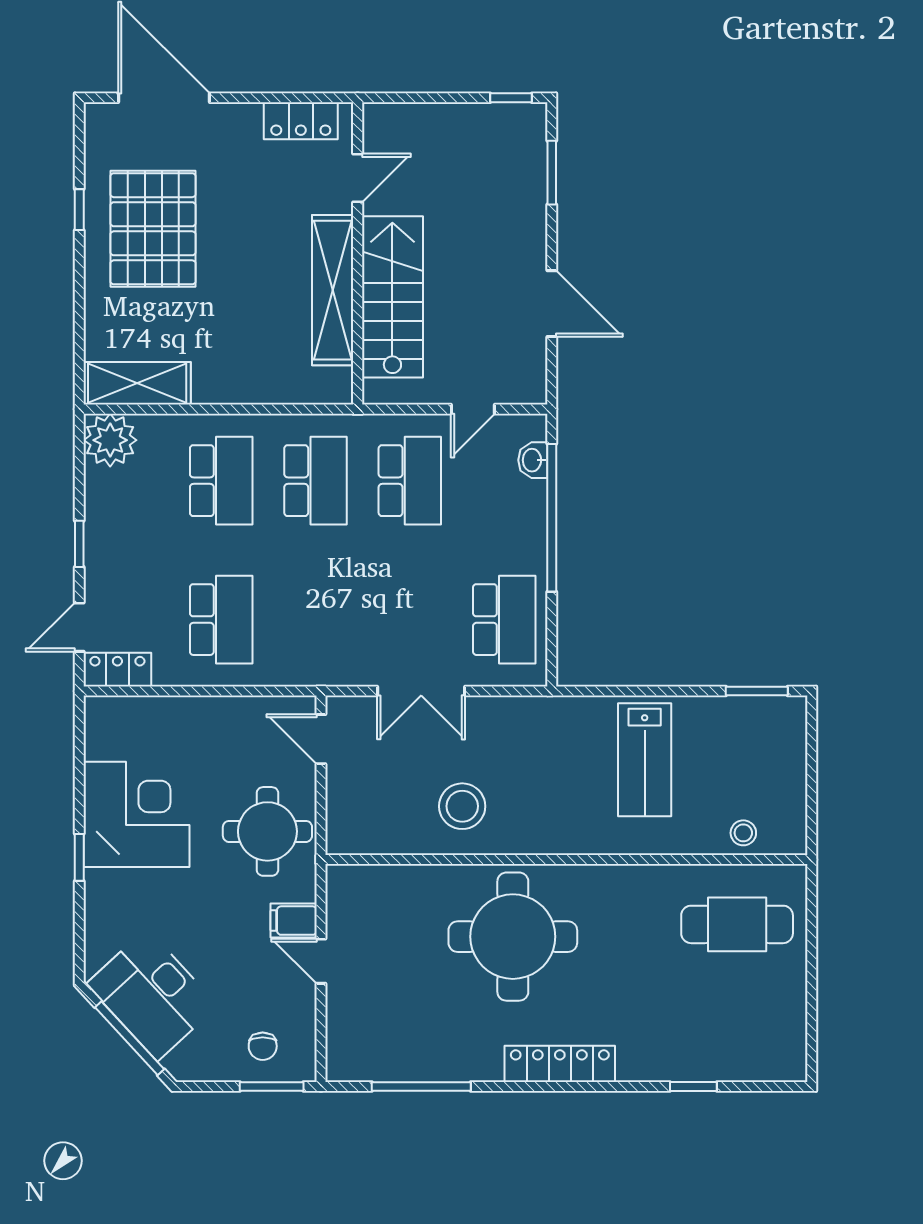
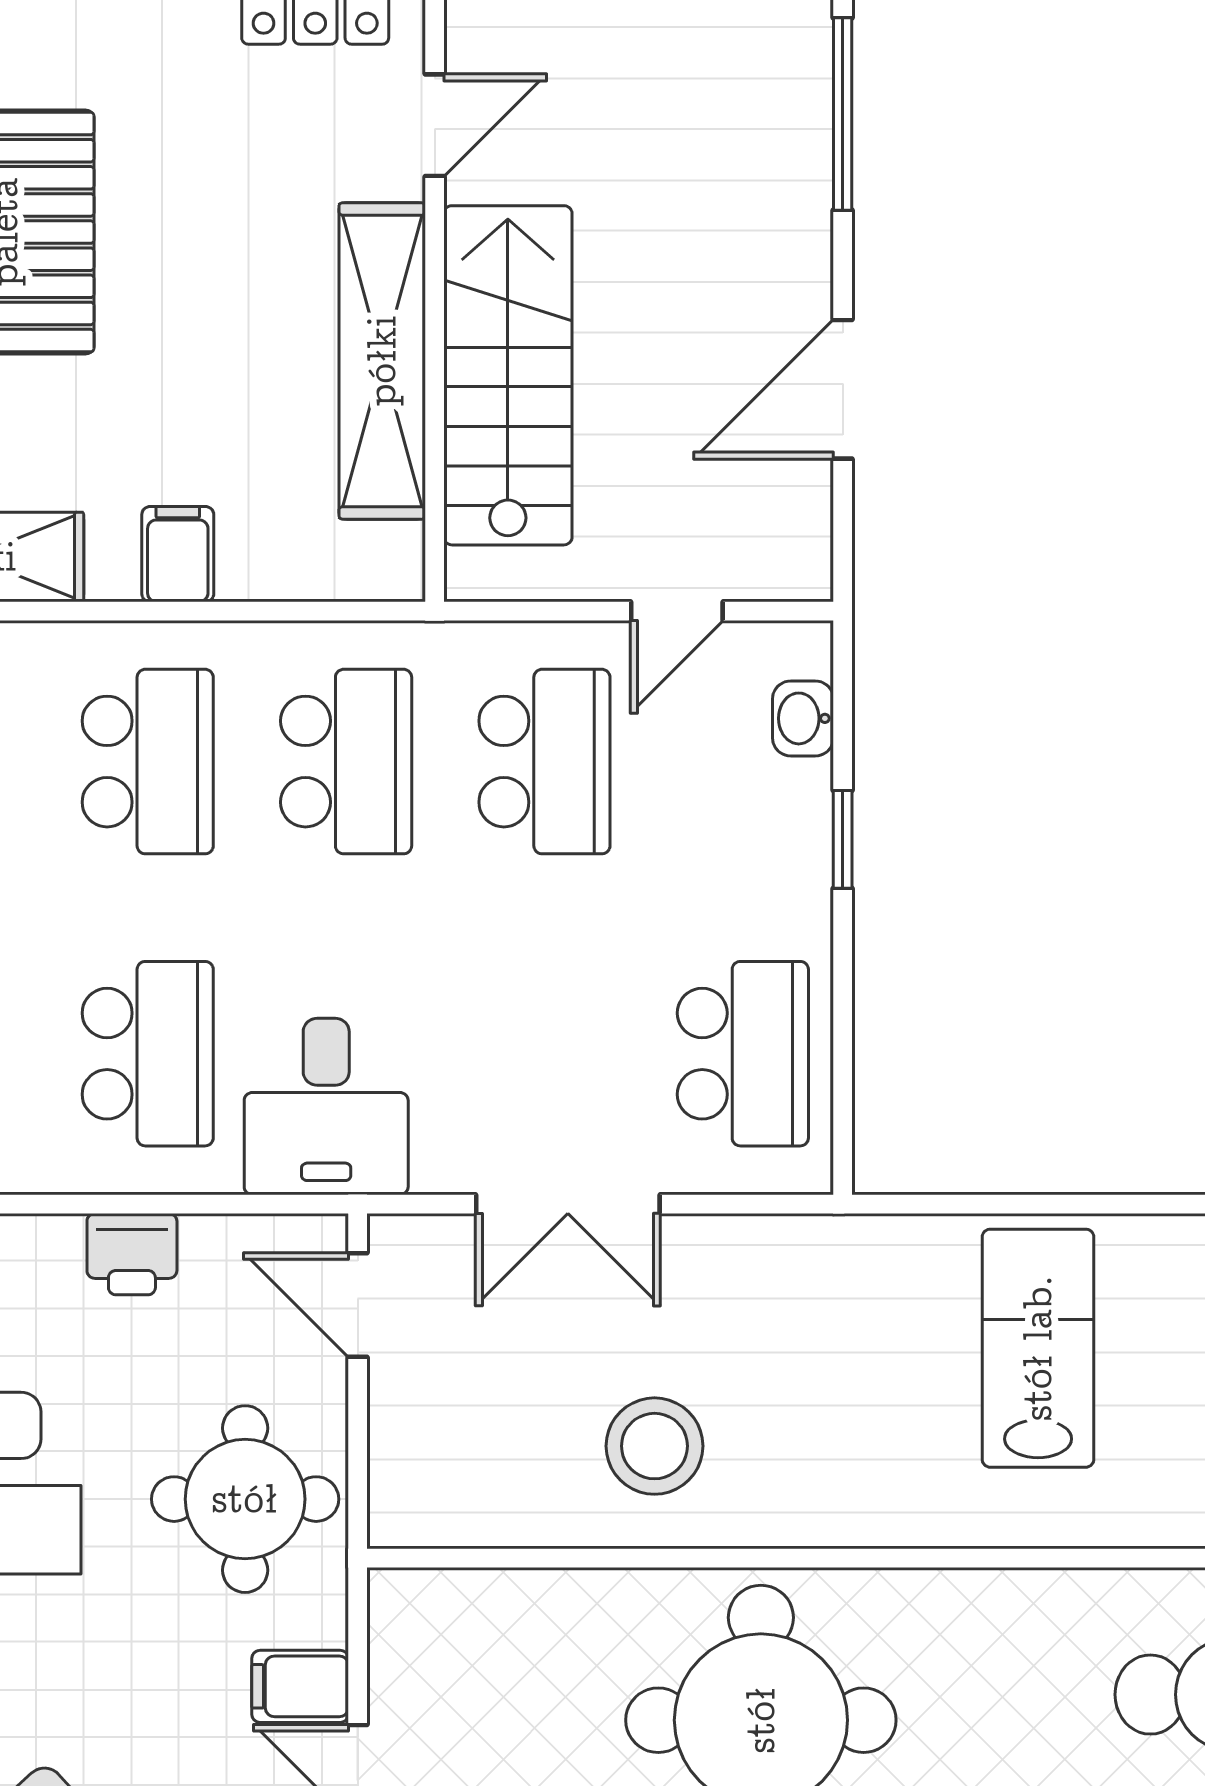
window: (552, 173) -> (843, 114), width x1.44
door: (552, 304) -> (843, 389), swing flipped
filing cabinet: (235, 382) -> (178, 554), added
window: (552, 518) -> (843, 839), width x0.32
desk: (306, 645) -> (326, 1106), added
printer: (214, 715) -> (132, 1254), added
lab bench: (645, 760) -> (1038, 1348), turned 180

